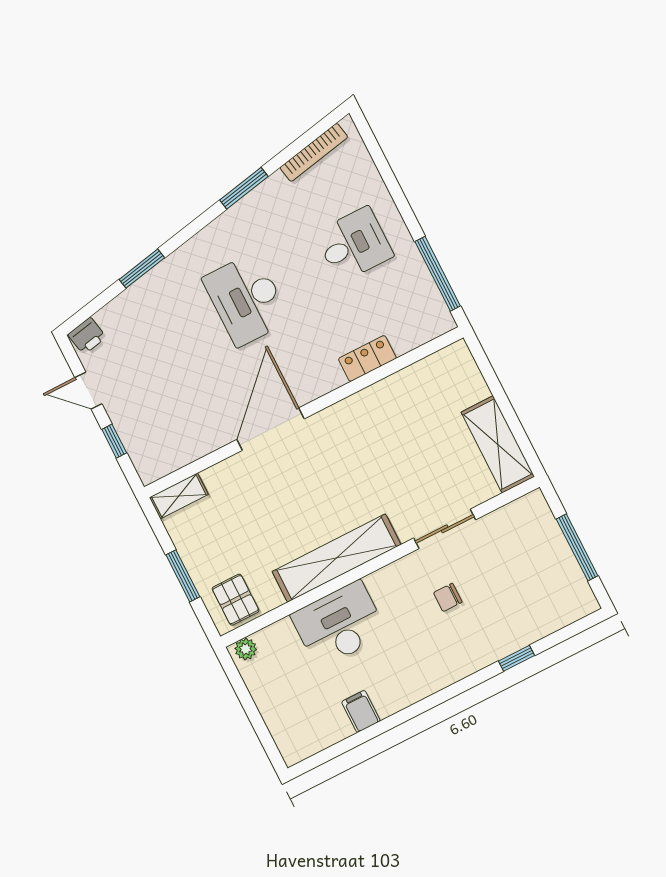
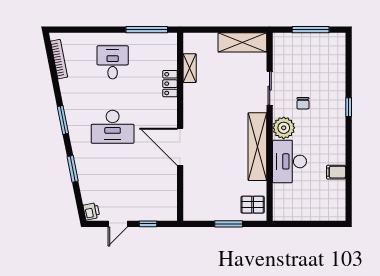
window: (244, 188) -> (63, 120), moved
shelving: (179, 496) -> (190, 68), moved
plant: (246, 649) -> (284, 128), moved, width x1.87, depth x1.87
window: (517, 658) -> (349, 107), moved

